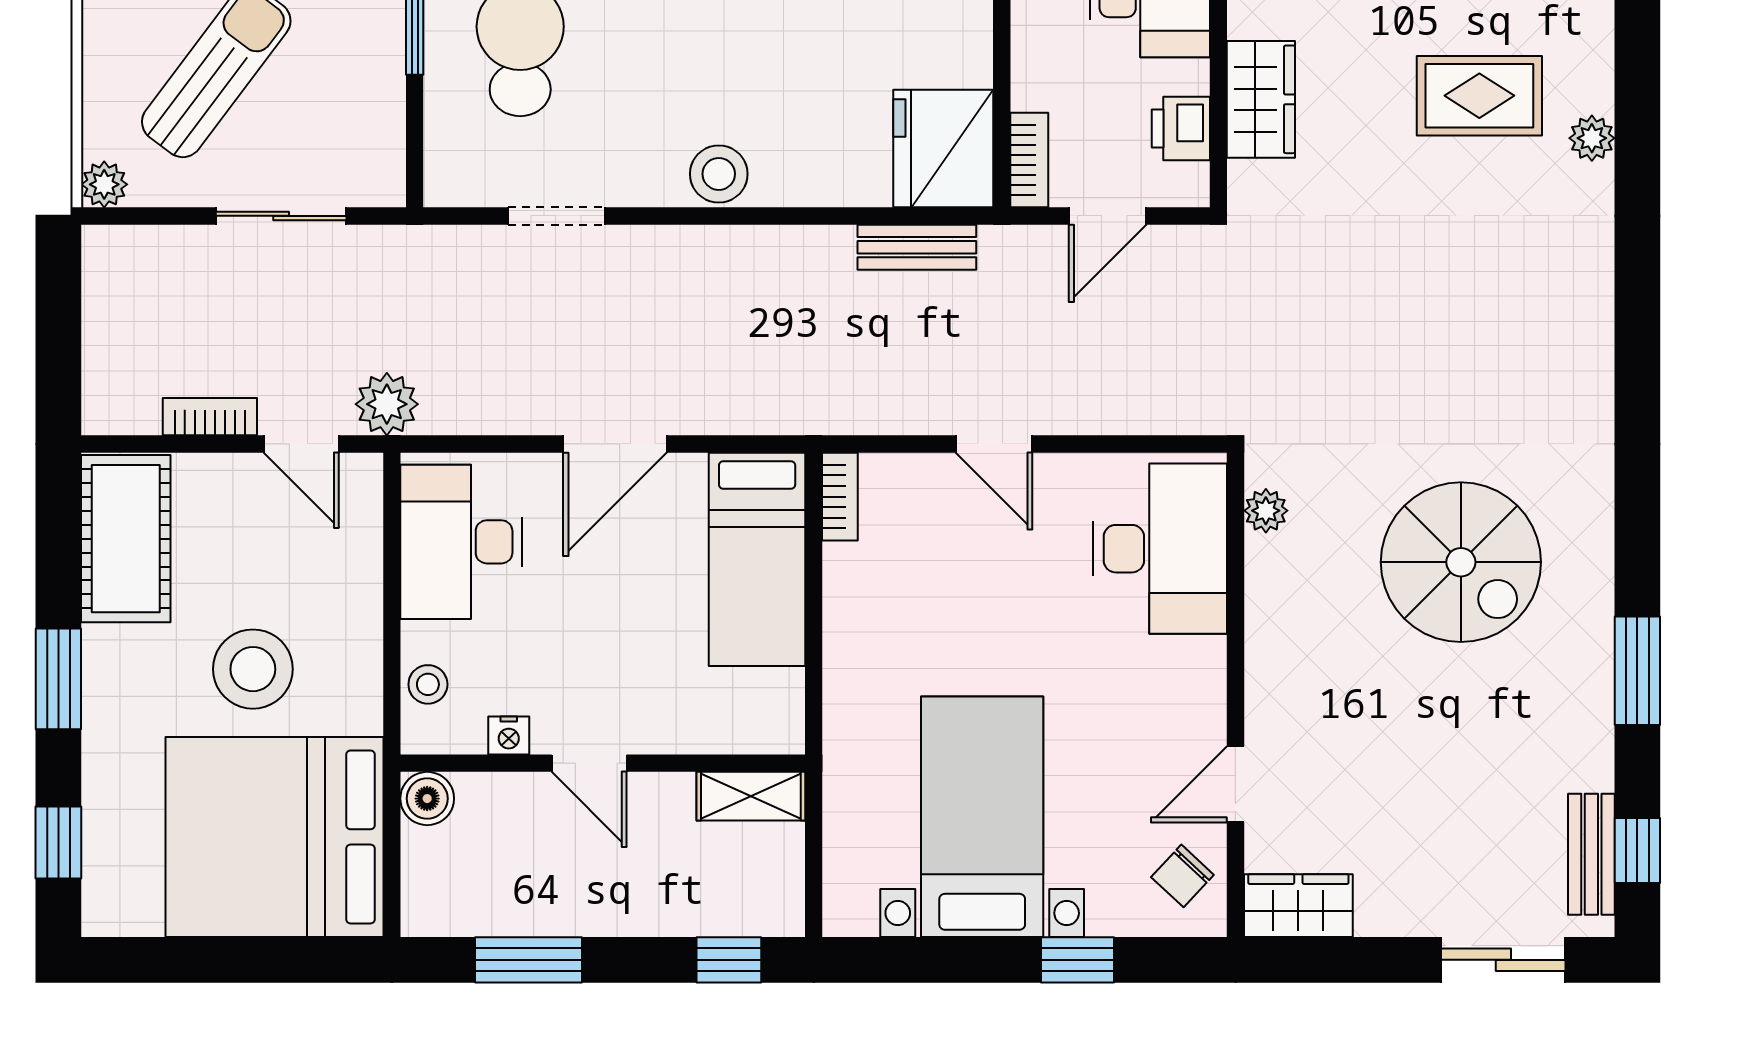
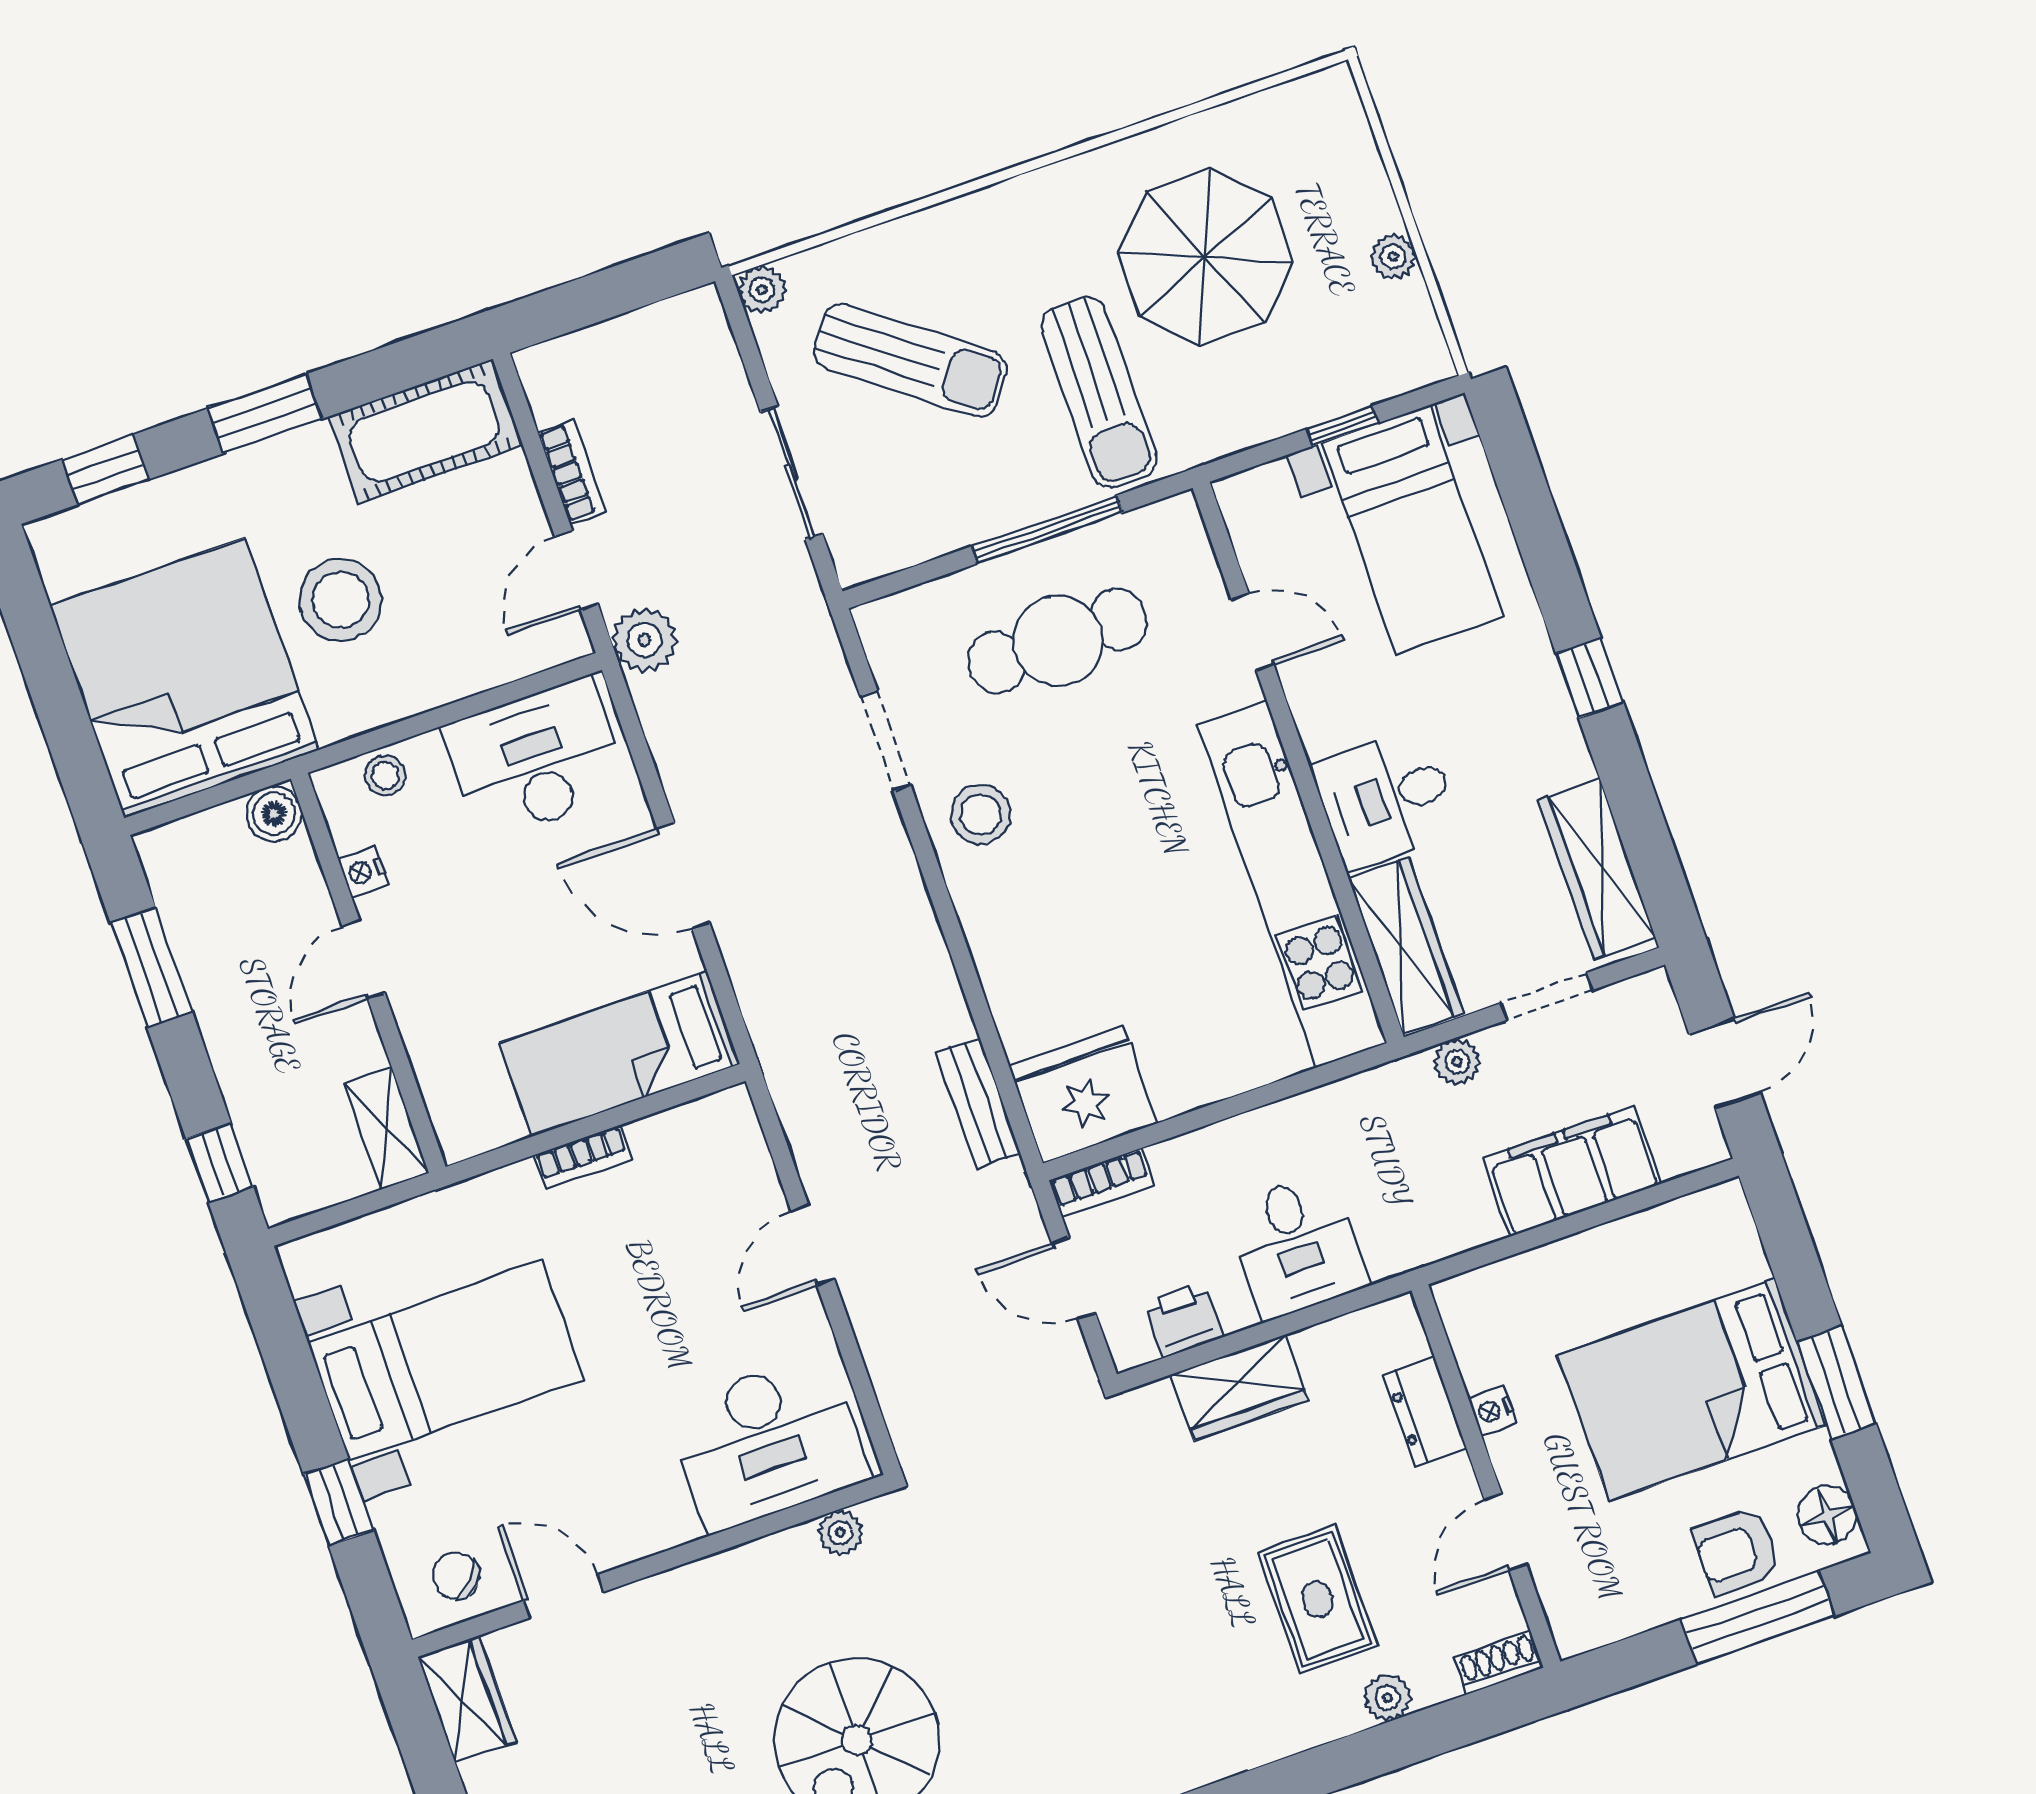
plant: (1592, 138) -> (1387, 1698), moved
stool: (719, 174) -> (981, 815), moved
bookcase: (840, 497) -> (583, 1157), moved

